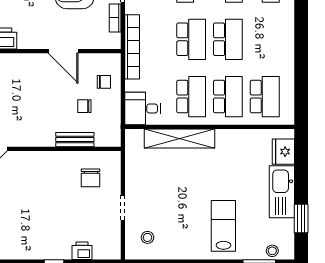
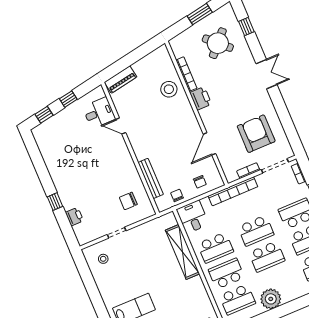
plant: (281, 56) -> (271, 299), added
school desk: (228, 97) -> (226, 274), turned 180
chair: (84, 106) -> (177, 195), moved
bench: (75, 140) -> (151, 178), width x1.36

